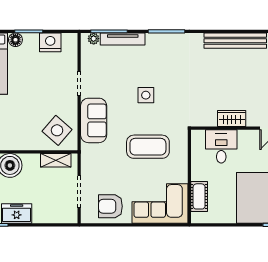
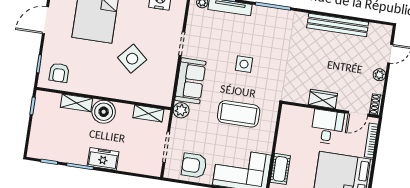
side table: (57, 130) -> (132, 59), moved
desk: (221, 146) -> (327, 127), moved
plant: (89, 152) -> (181, 110), added

